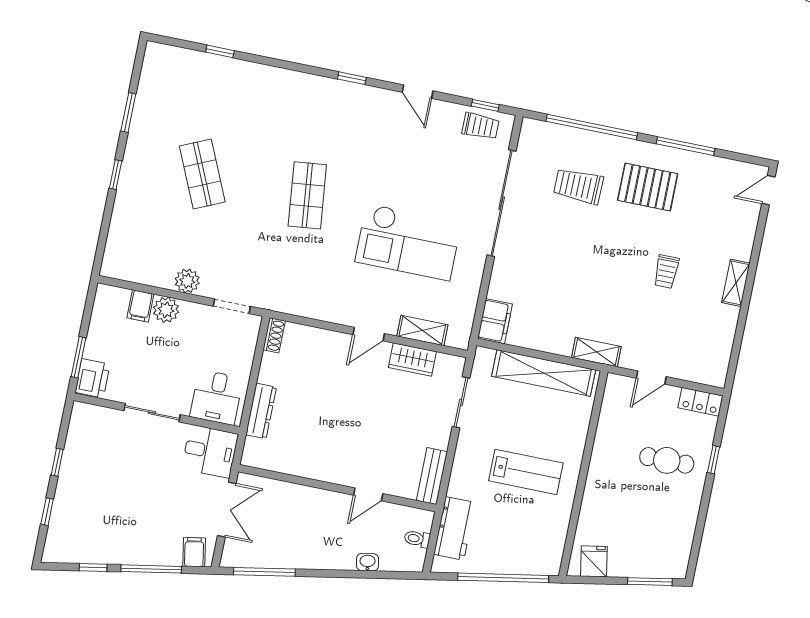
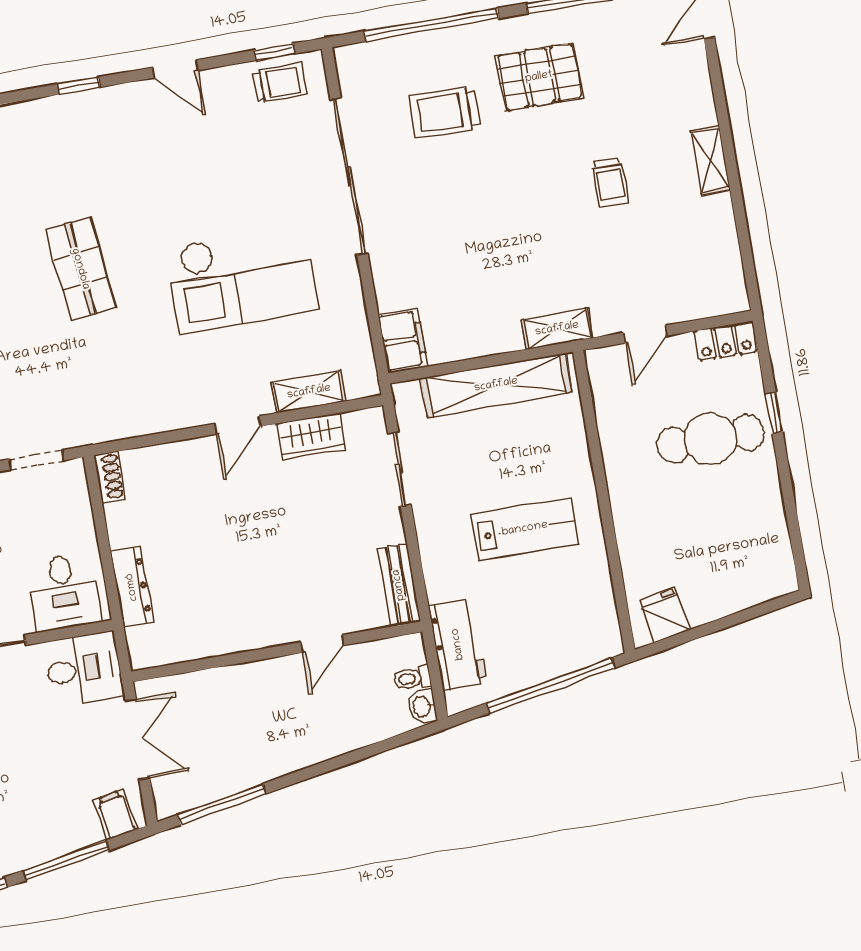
cafe table: (667, 460) -> (710, 439), width x1.37, depth x1.35
washbasin: (368, 562) -> (422, 707), moved, turned -80
window: (650, 582) -> (752, 613), removed

